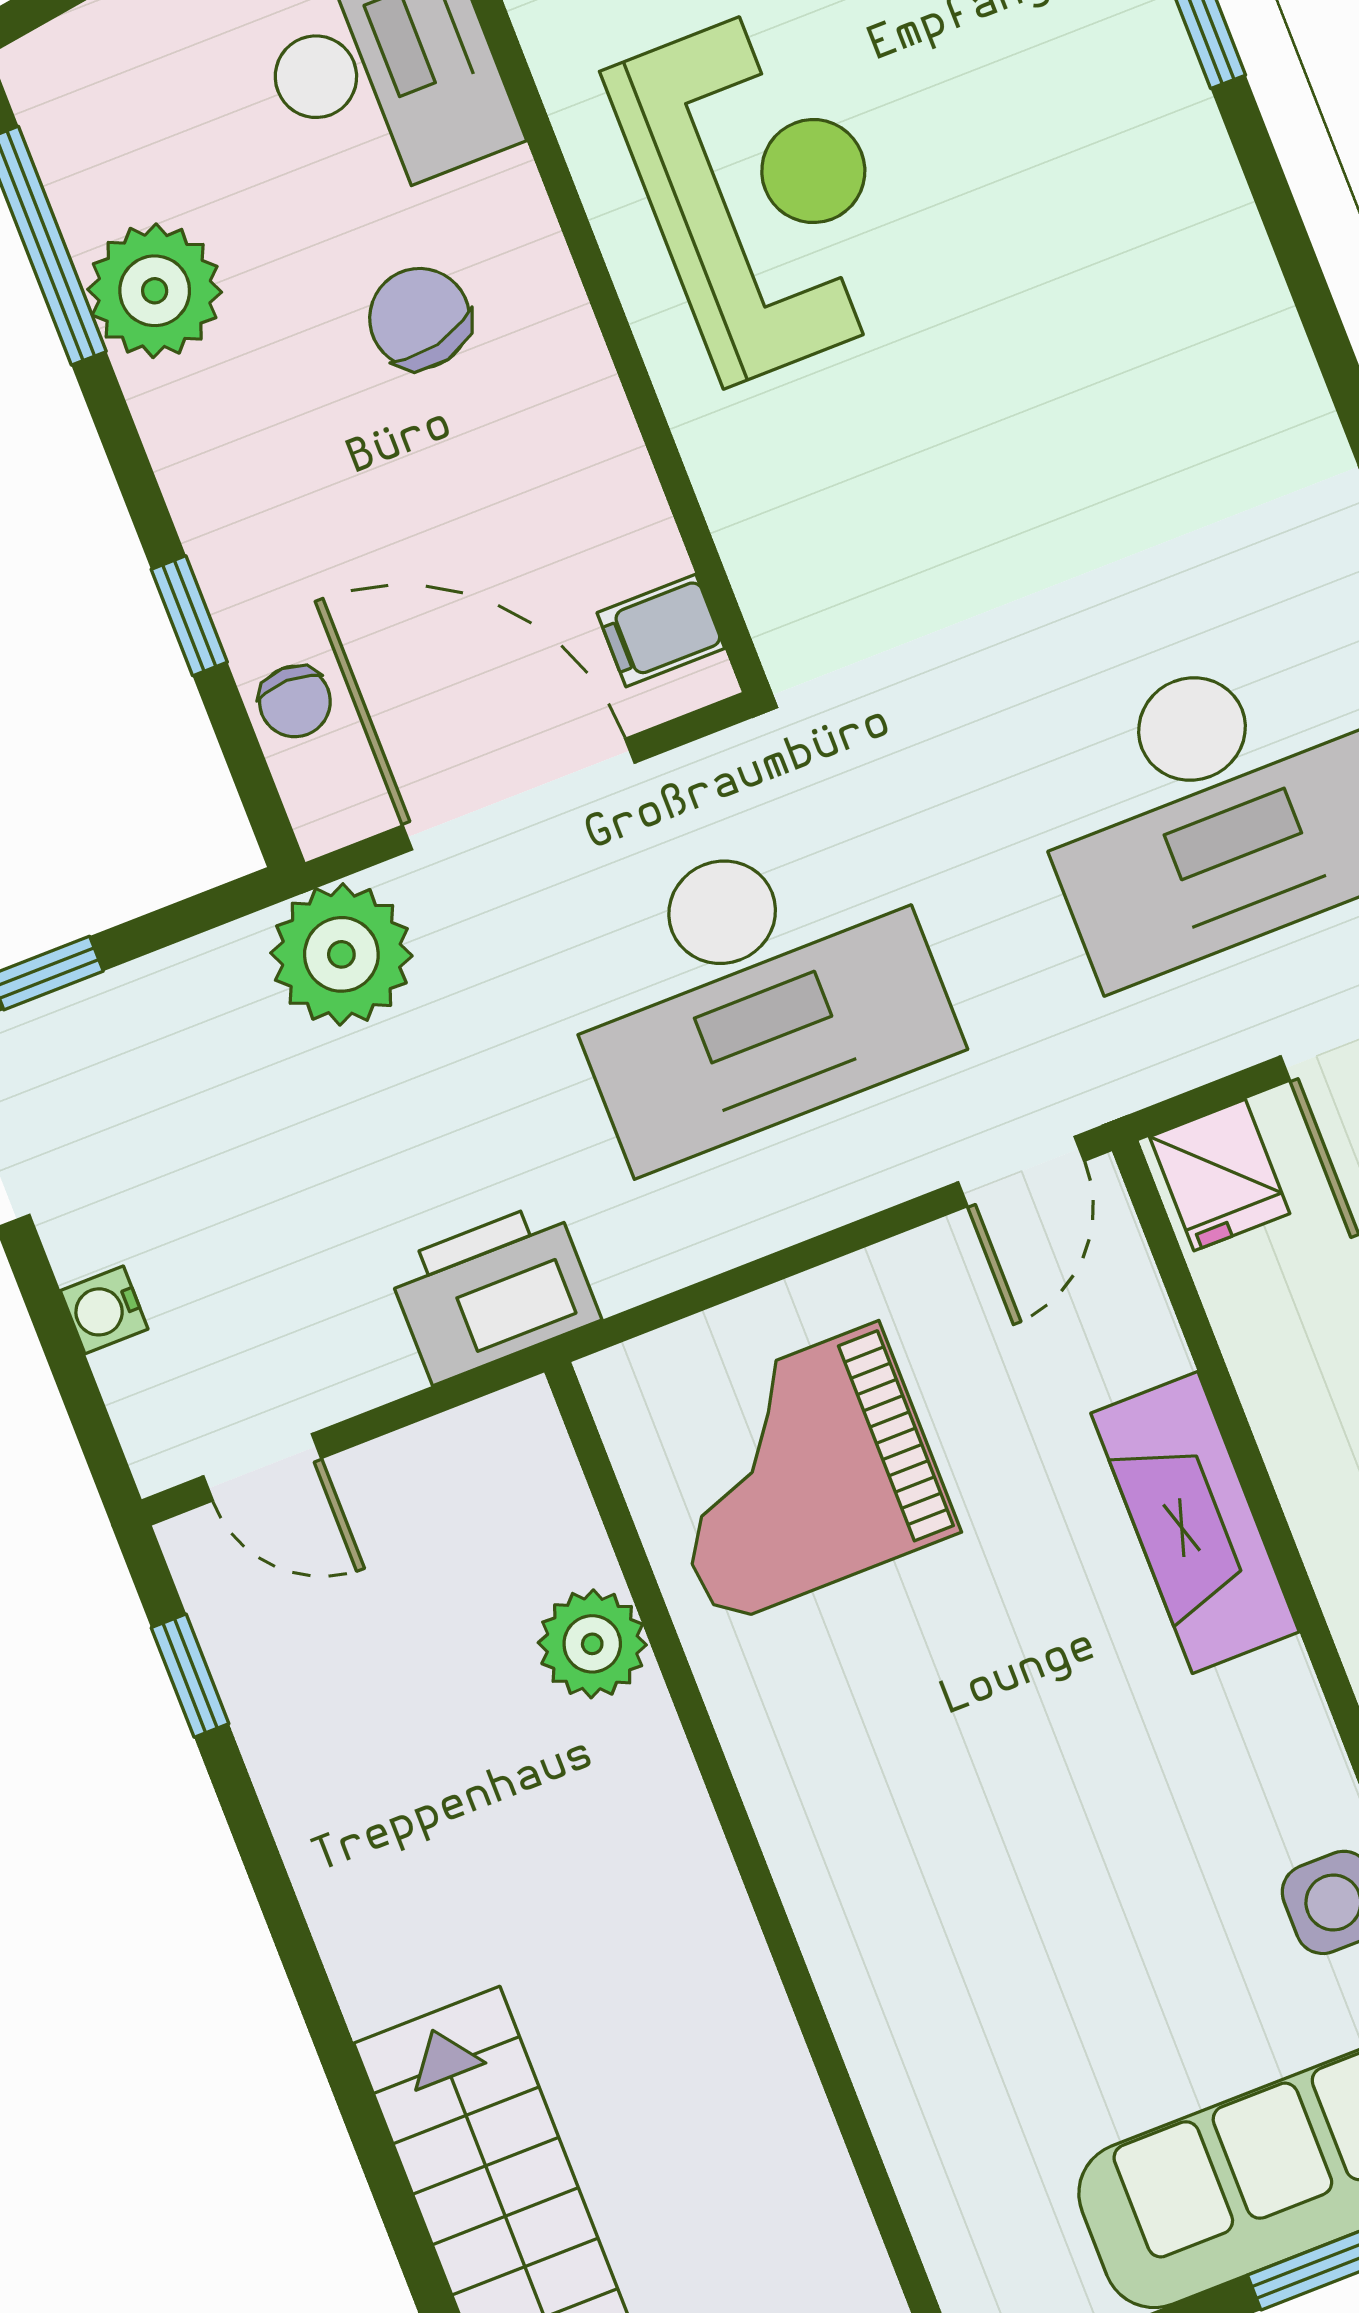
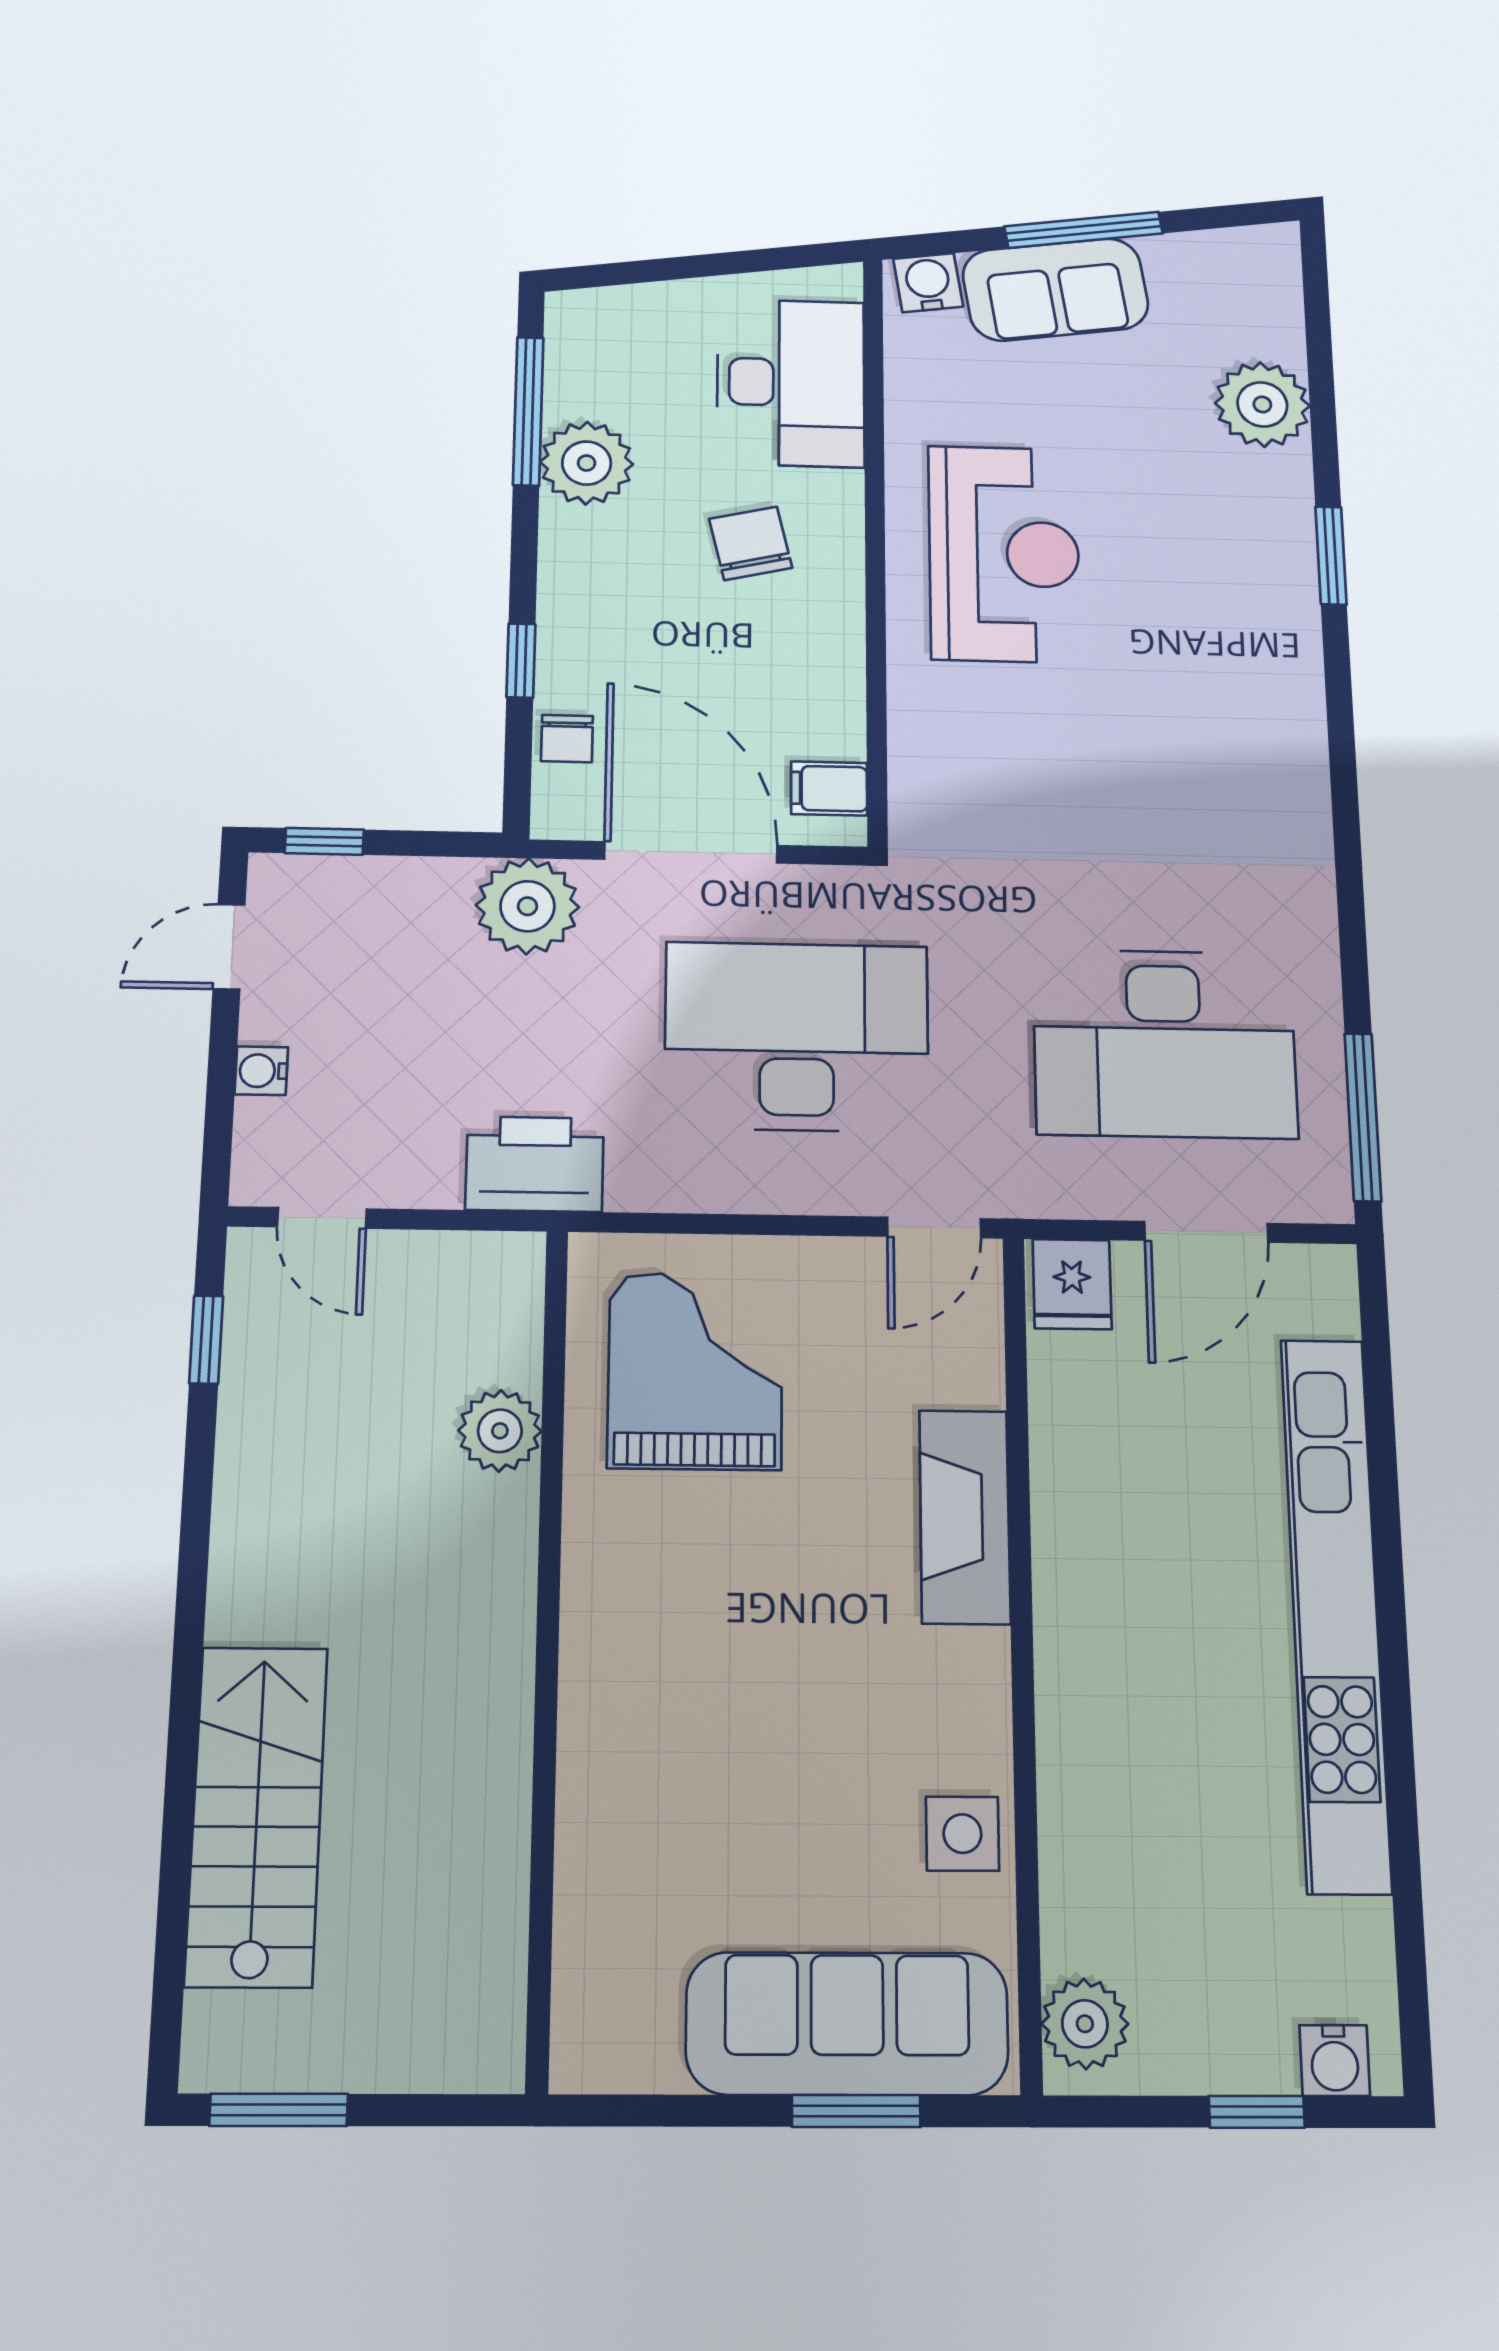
desk: (752, 990) -> (797, 1037), turned 180
grand piano: (798, 1474) -> (695, 1371), turned 90

